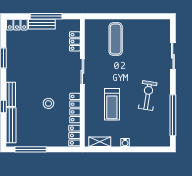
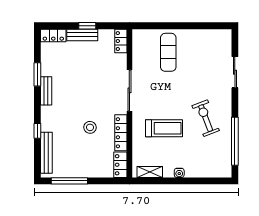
window: (46, 16) -> (87, 26), width x0.46
locker: (75, 41) -> (121, 41), moved
sliding door: (82, 72) -> (129, 90), width x1.37
bench: (11, 94) -> (46, 91), moved
exercise bike: (148, 95) -> (206, 118), turned -30
treadmill: (112, 104) -> (164, 128), turned -90

